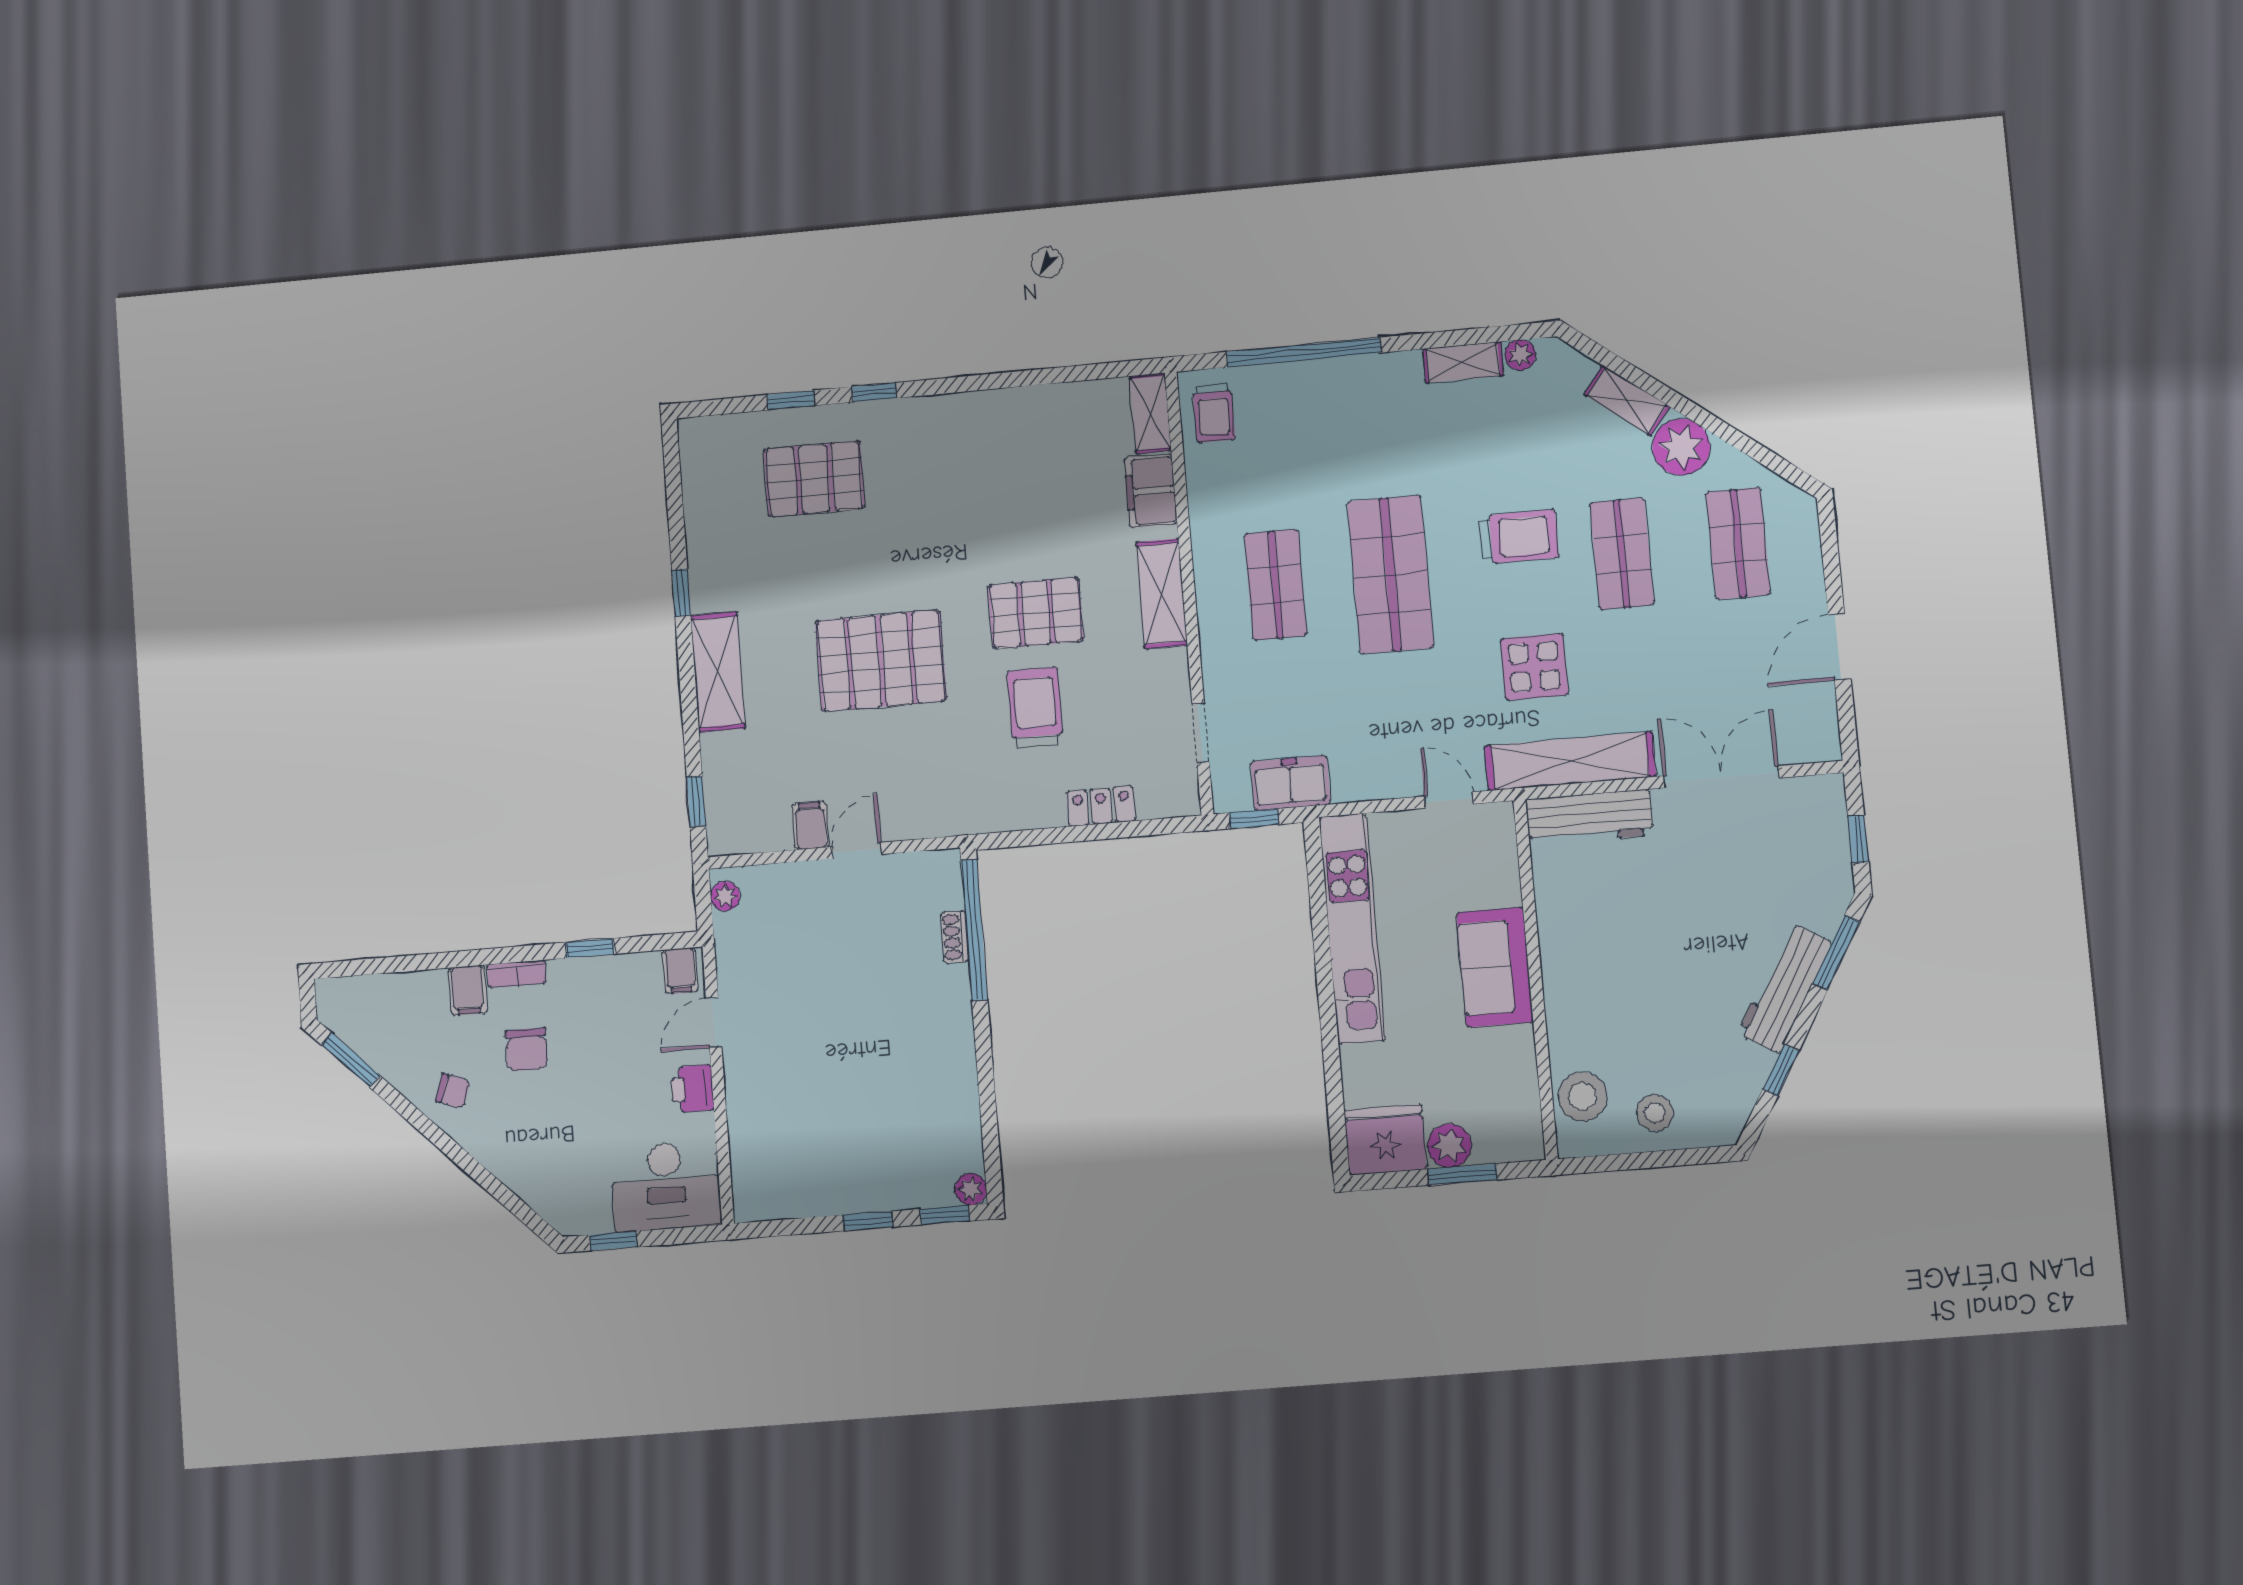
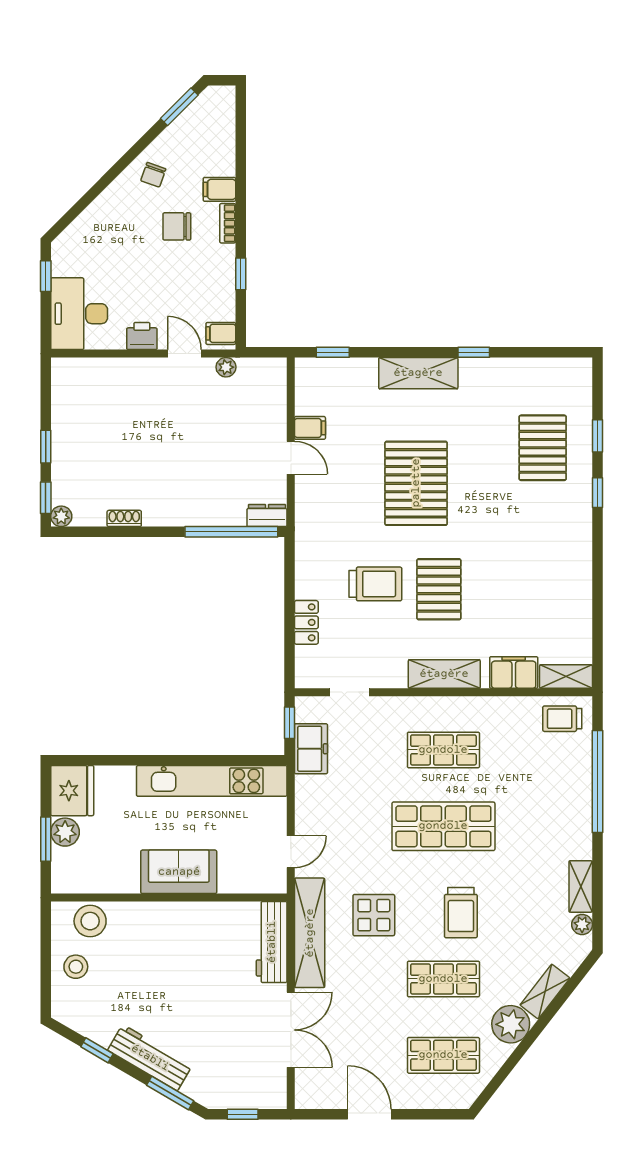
dresser: (946, 879) -> (267, 516), added
plant: (725, 896) -> (226, 367), moved
shoe rack: (955, 937) -> (124, 518), moved

